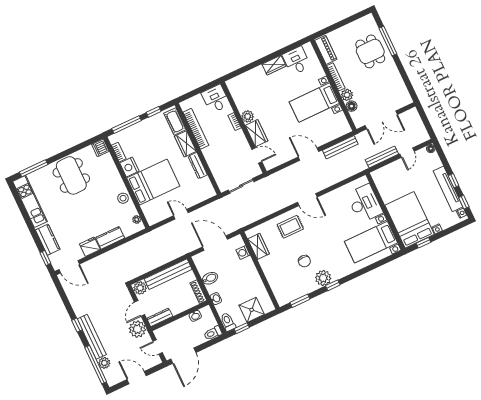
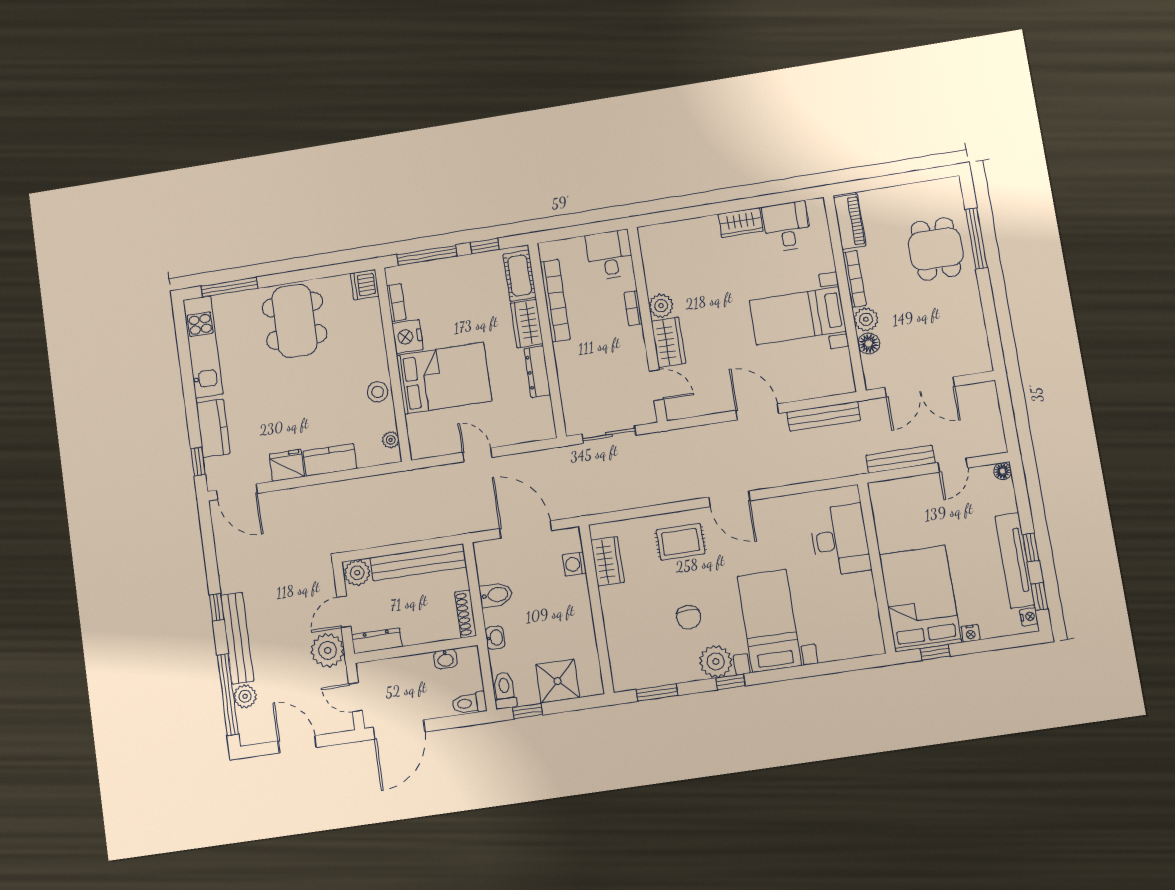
bed with nightstands: (371, 242) -> (769, 621), moved, turned 90

